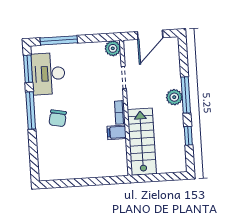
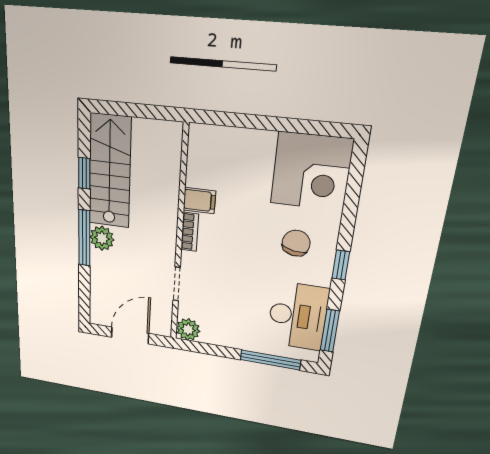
window: (31, 111) -> (341, 265), width x0.46
stairs: (142, 142) -> (110, 172), moved, turned 180
corner desk: (57, 160) -> (311, 172), added

